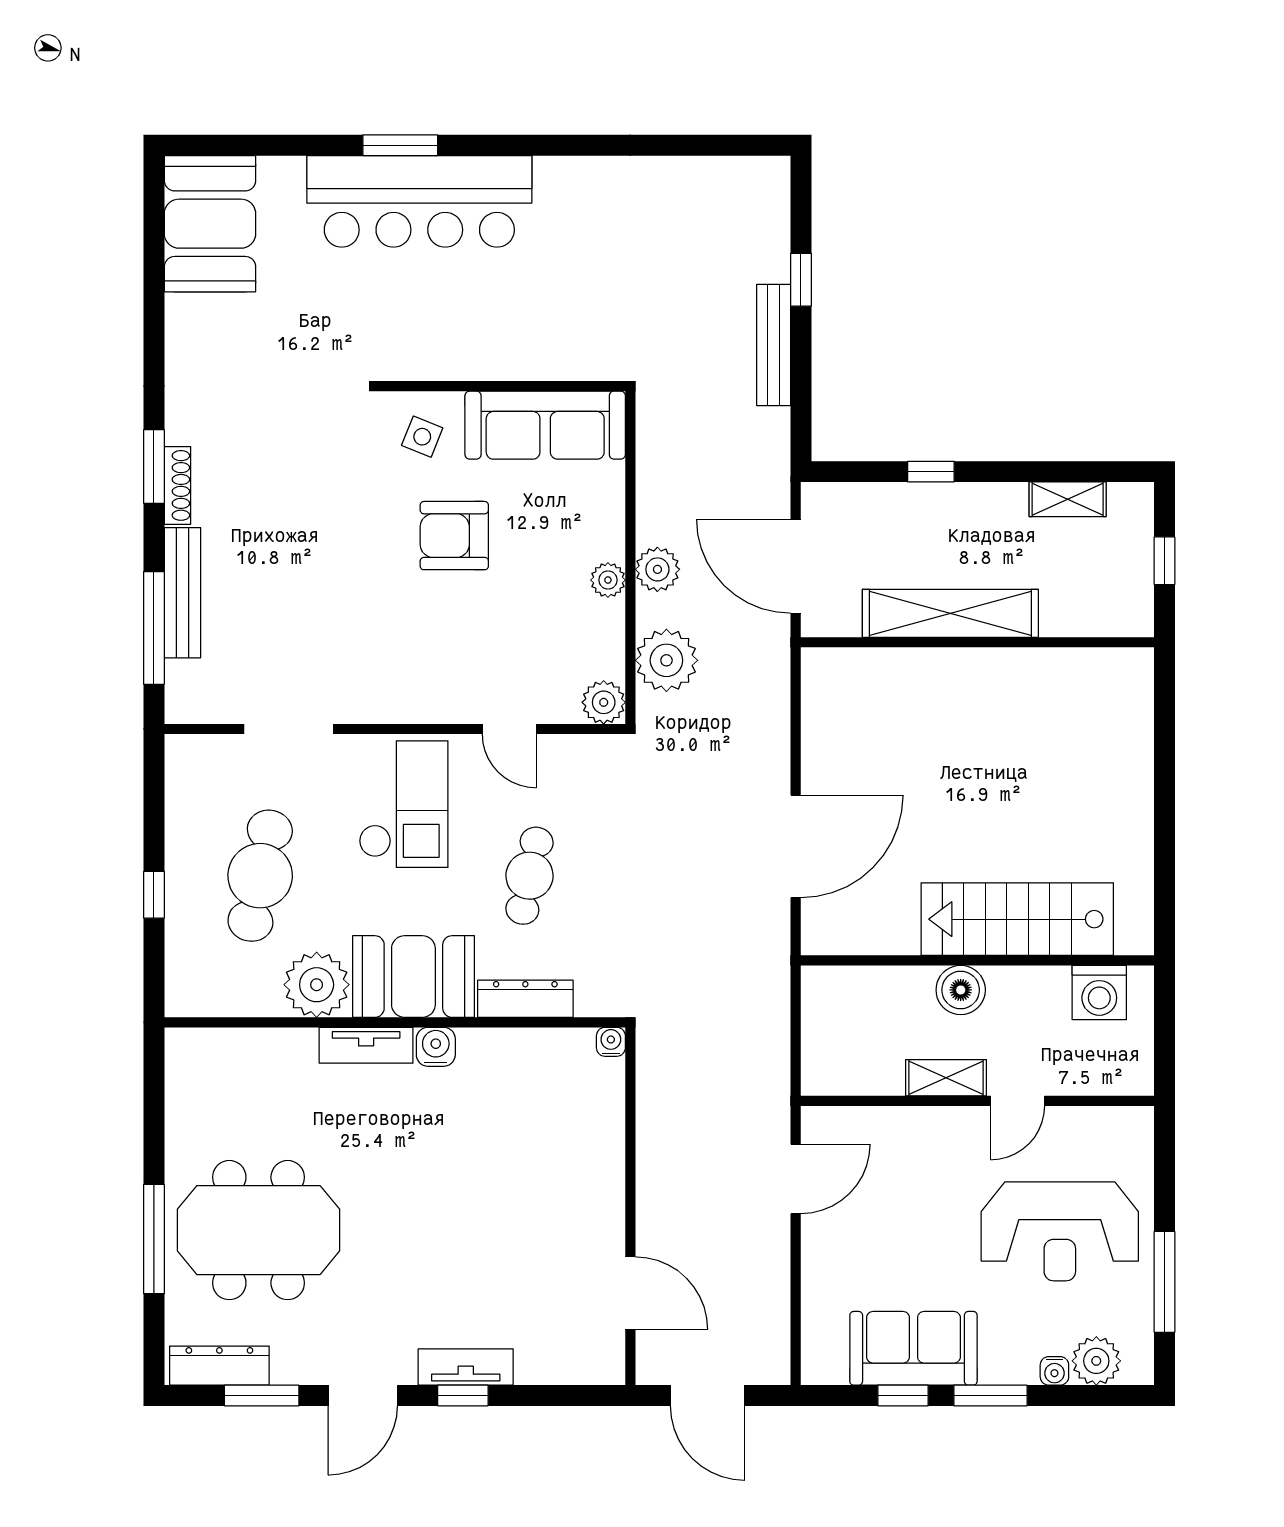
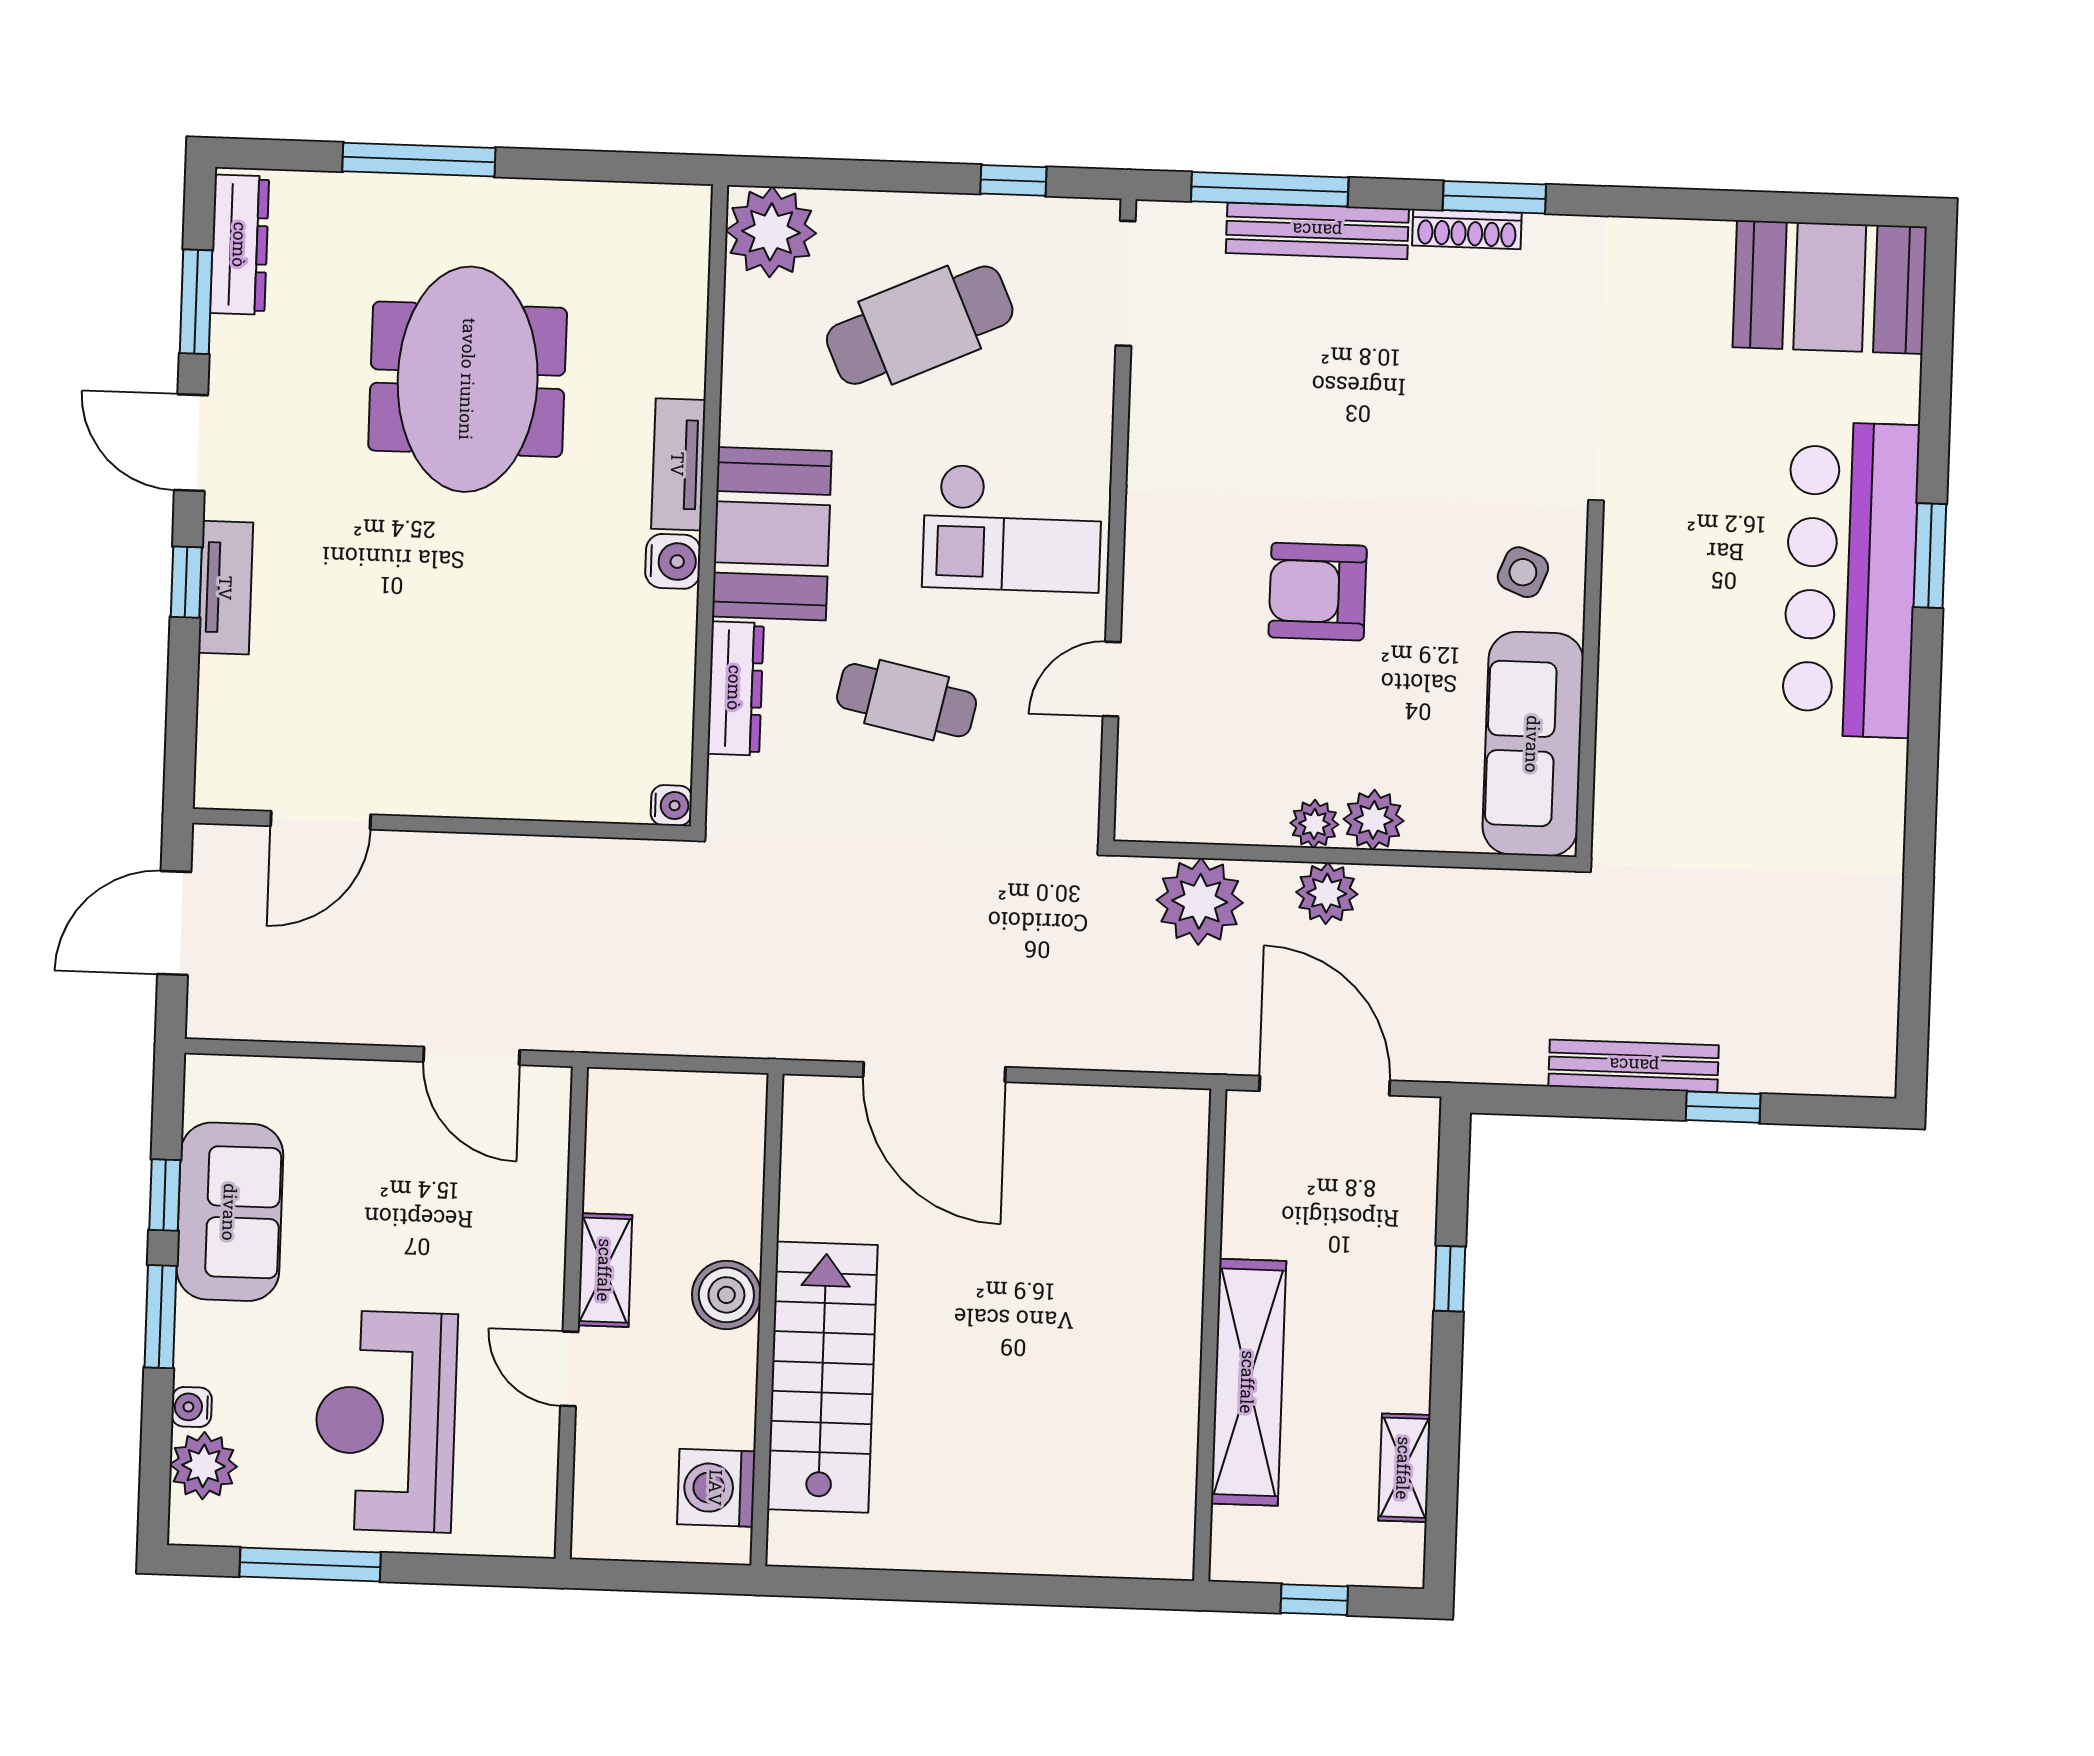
armchair: (454, 536) -> (1318, 592), moved, turned -90
door: (796, 566) -> (1325, 1086), hinge flipped
shelving: (950, 613) -> (1248, 1382), moved
plant: (604, 702) -> (1374, 820), moved
doorway: (289, 729) -> (1126, 283), moved
cafe table: (260, 876) -> (920, 325), turned -36
window: (154, 895) -> (1013, 180), moved
plant: (317, 985) -> (771, 232), moved
meeting table: (258, 1230) -> (468, 379), moved

